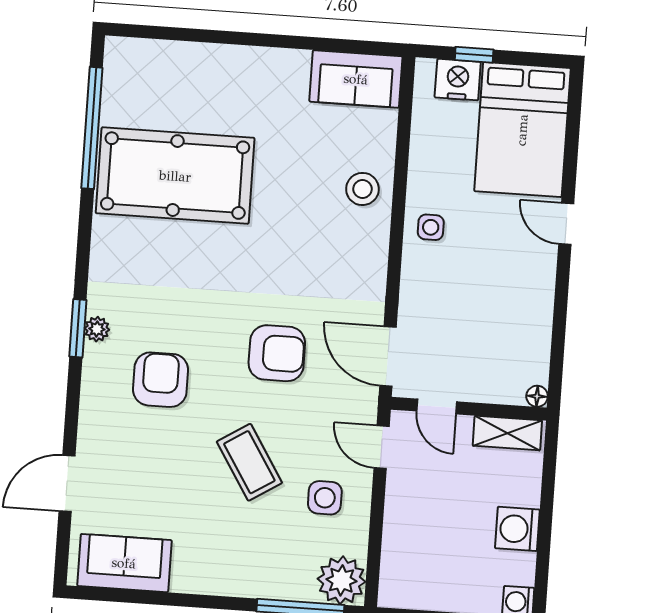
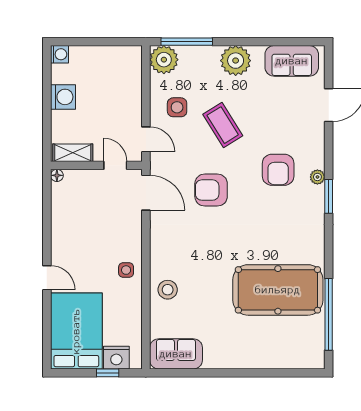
plant: (97, 329) -> (317, 177), moved
plant: (220, 570) -> (236, 61), added

